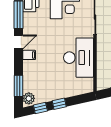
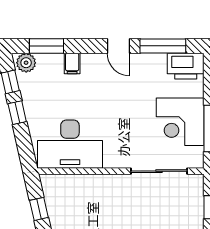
filing cabinet: (29, 55) -> (72, 63), moved
desk: (79, 58) -> (70, 144), moved

